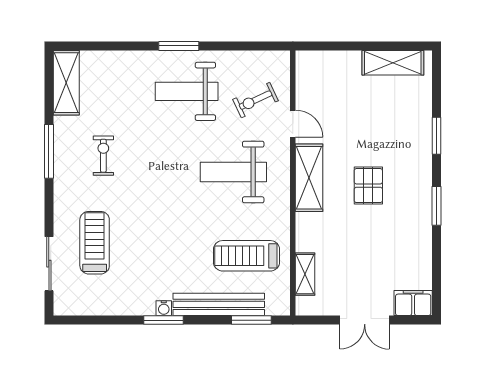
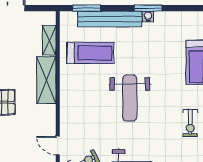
weight bench: (233, 172) -> (130, 98), moved, turned 90
shelving: (309, 178) -> (46, 80), moved

